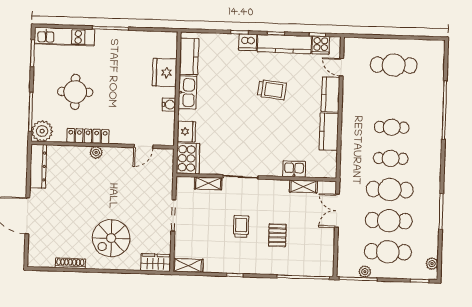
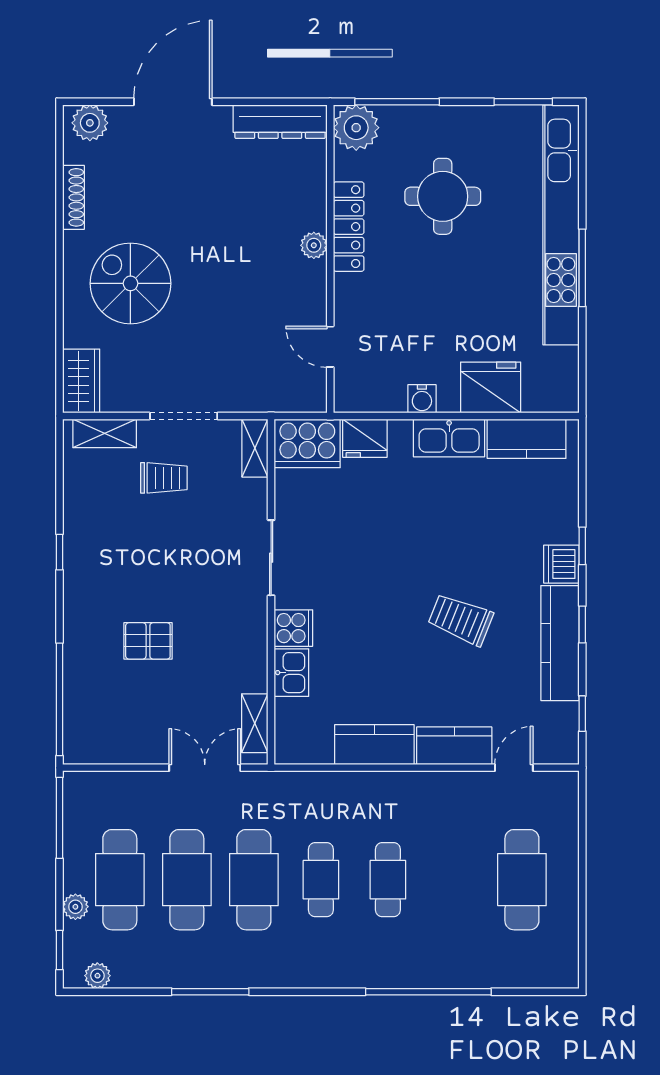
kitchen unit: (64, 37) -> (561, 225), width x1.86
cooker: (321, 45) -> (293, 628), moved, turned 180
trolley: (272, 90) -> (461, 619), turned 106
shelving: (208, 183) -> (255, 448), moved
shelving: (303, 186) -> (255, 723), moved
trolley: (241, 227) -> (164, 478), moved
plant: (36, 255) -> (90, 123), added
shelving: (188, 265) -> (105, 433), moved, turned 90
plant: (365, 272) -> (75, 907), moved

